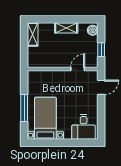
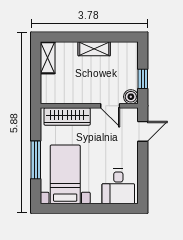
boiler: (93, 30) -> (131, 97), moved
door: (78, 69) -> (110, 106), swing flipped
wardrobe: (47, 77) -> (67, 116), added

